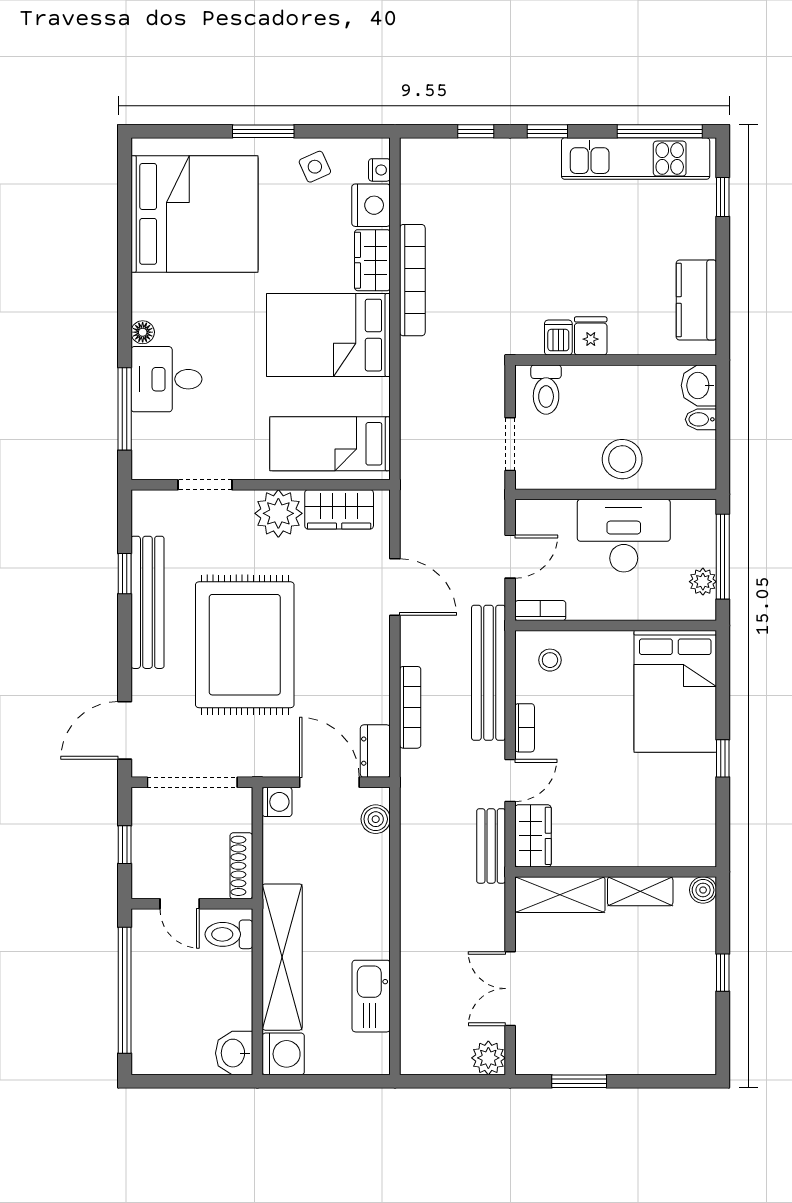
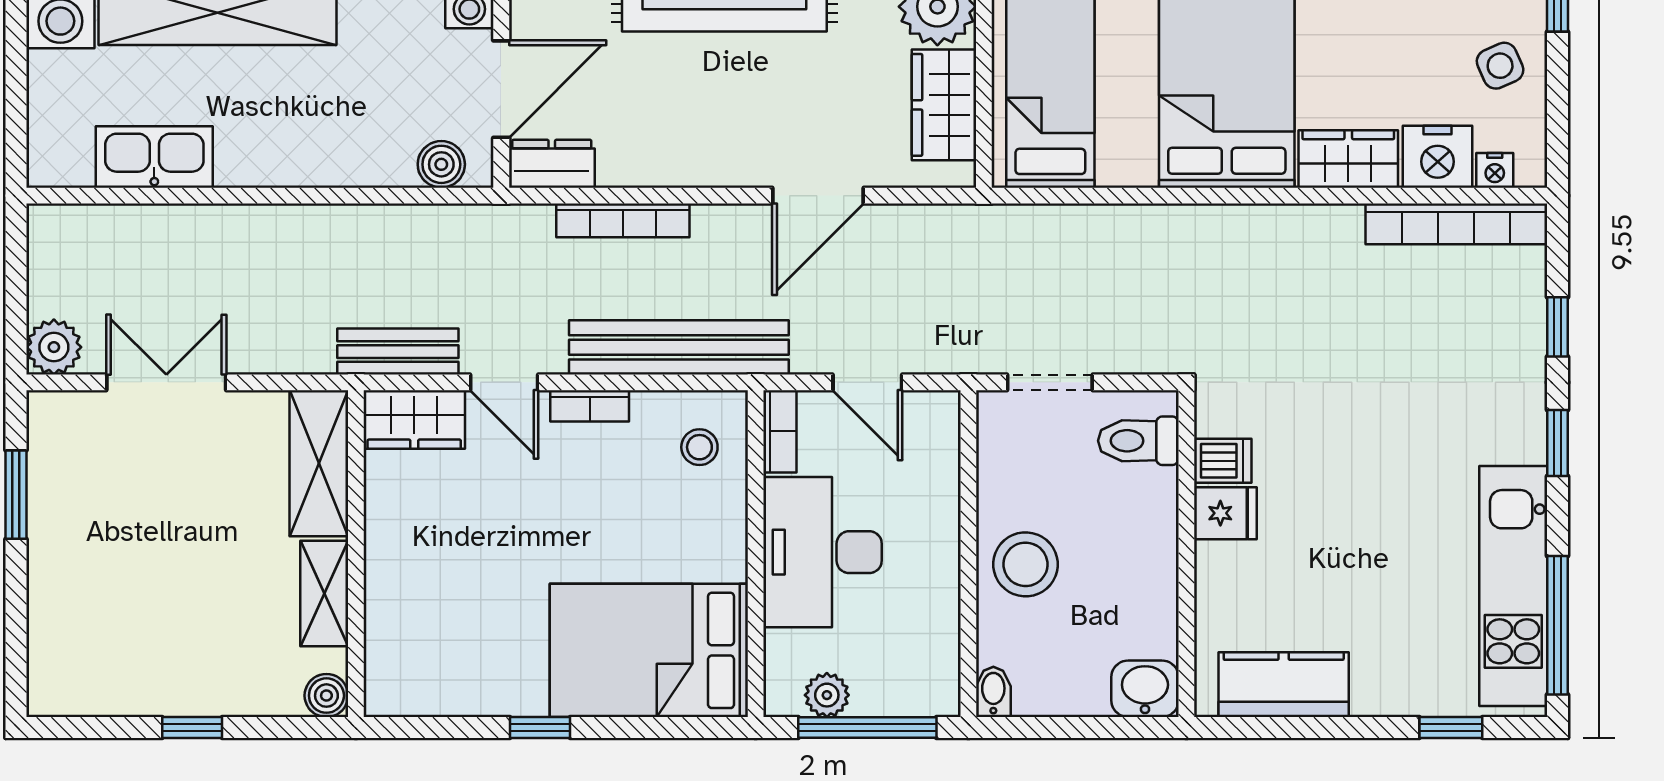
bookcase: (412, 280) -> (1456, 224), moved
bidet: (701, 419) -> (993, 692), moved
desk: (624, 536) -> (823, 552), moved, turned 180

